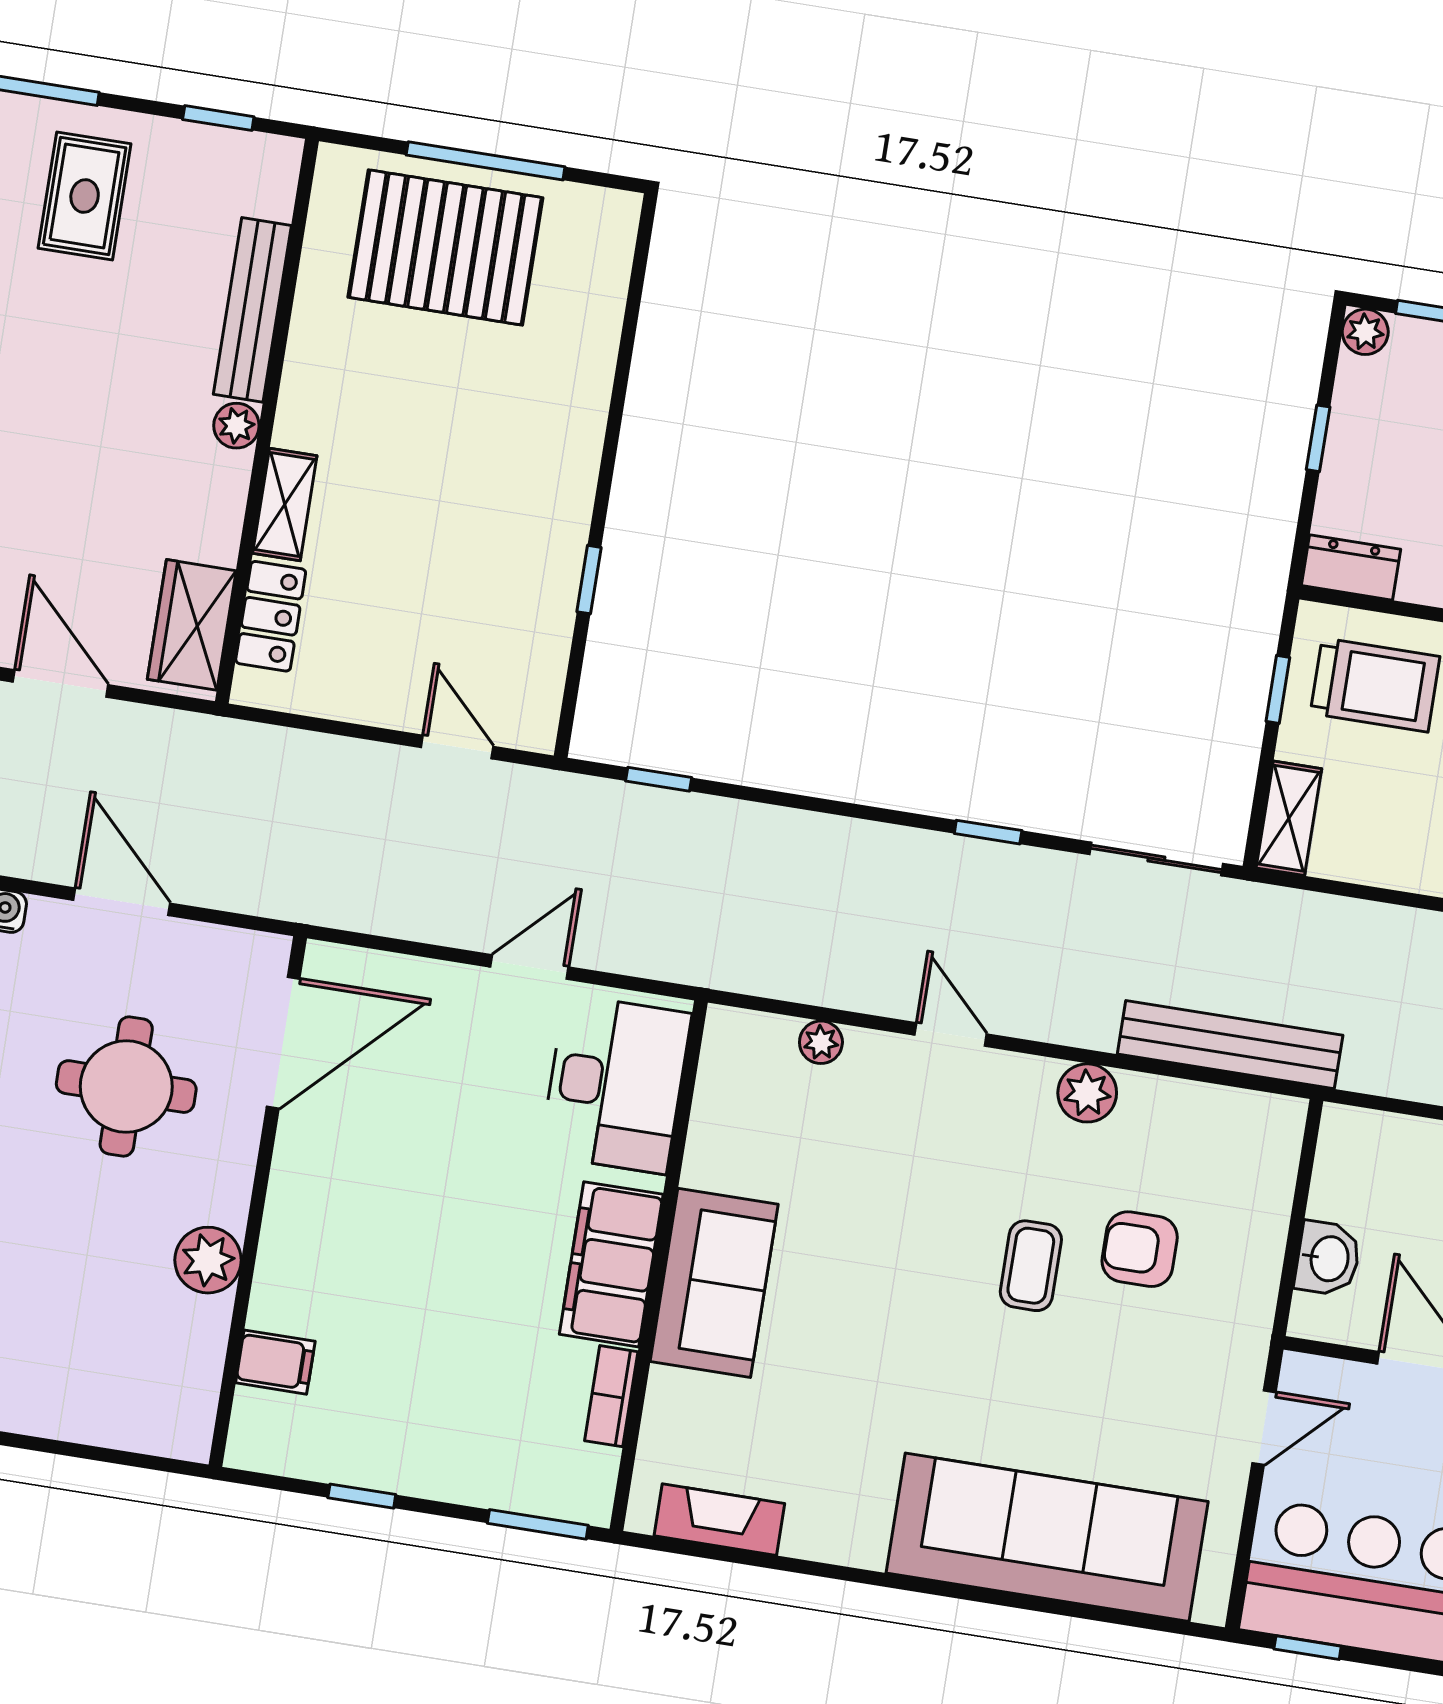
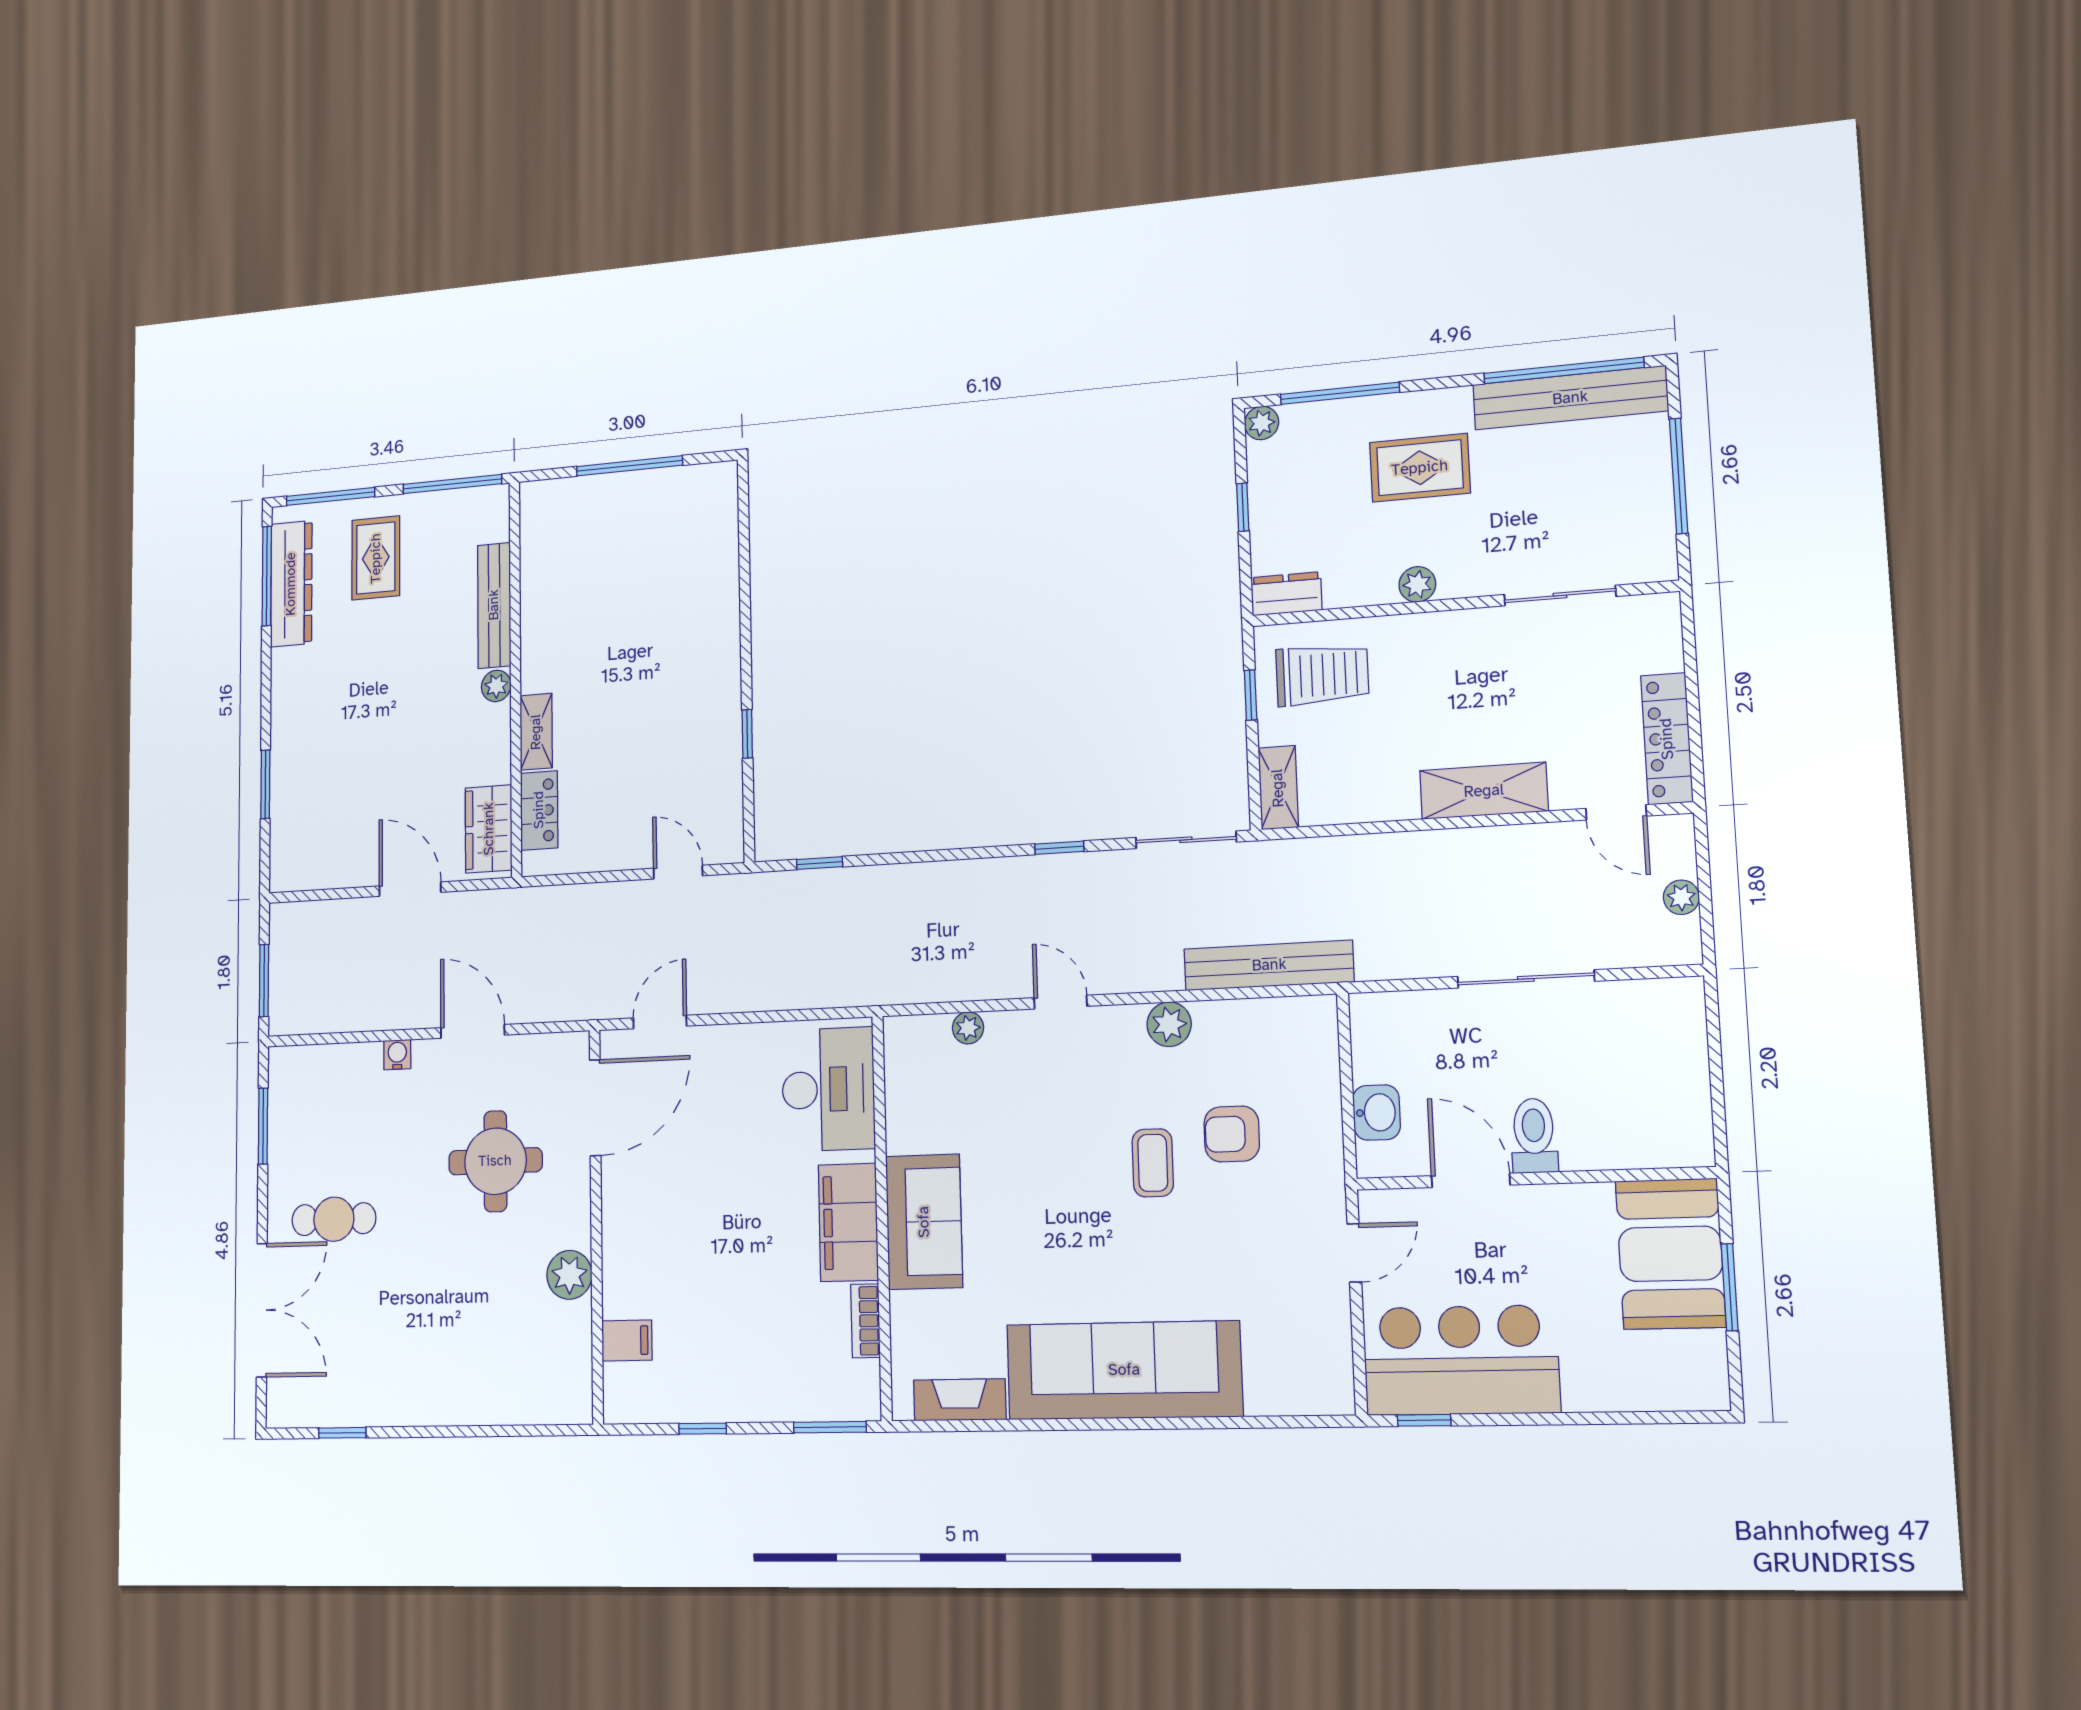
window: (218, 118) -> (452, 484), width x2.17
pallet: (445, 247) -> (613, 531), removed
door: (529, 967) -> (660, 1022), moved
sofa: (1047, 1537) -> (1124, 1370), moved

